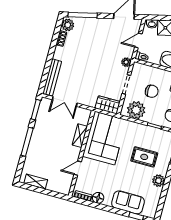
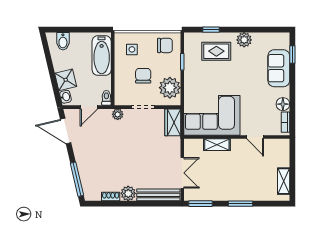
plant: (68, 25) -> (128, 193), moved
door: (138, 40) -> (89, 107), hinge flipped
window: (27, 142) -> (240, 204), width x0.69
rug: (144, 157) -> (216, 51), moved, turned 90

